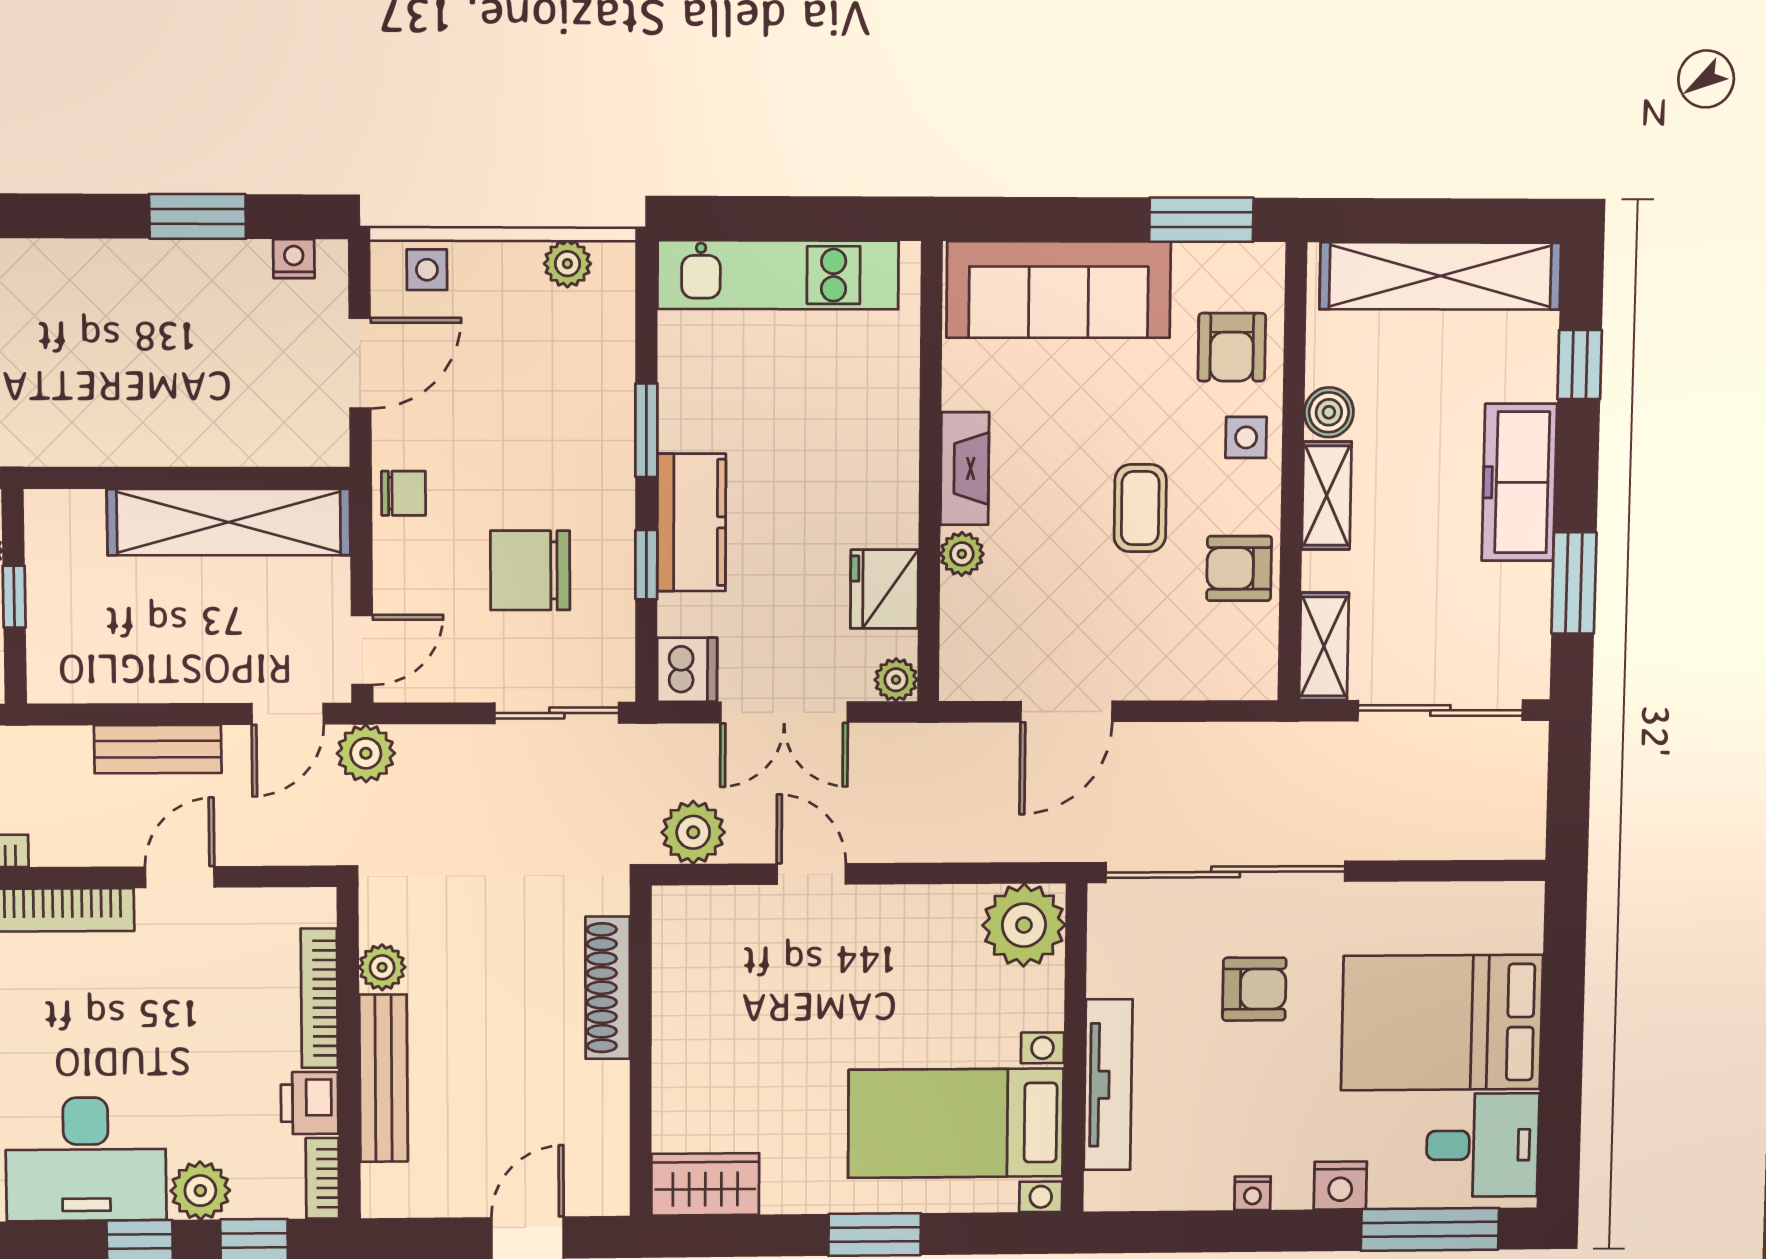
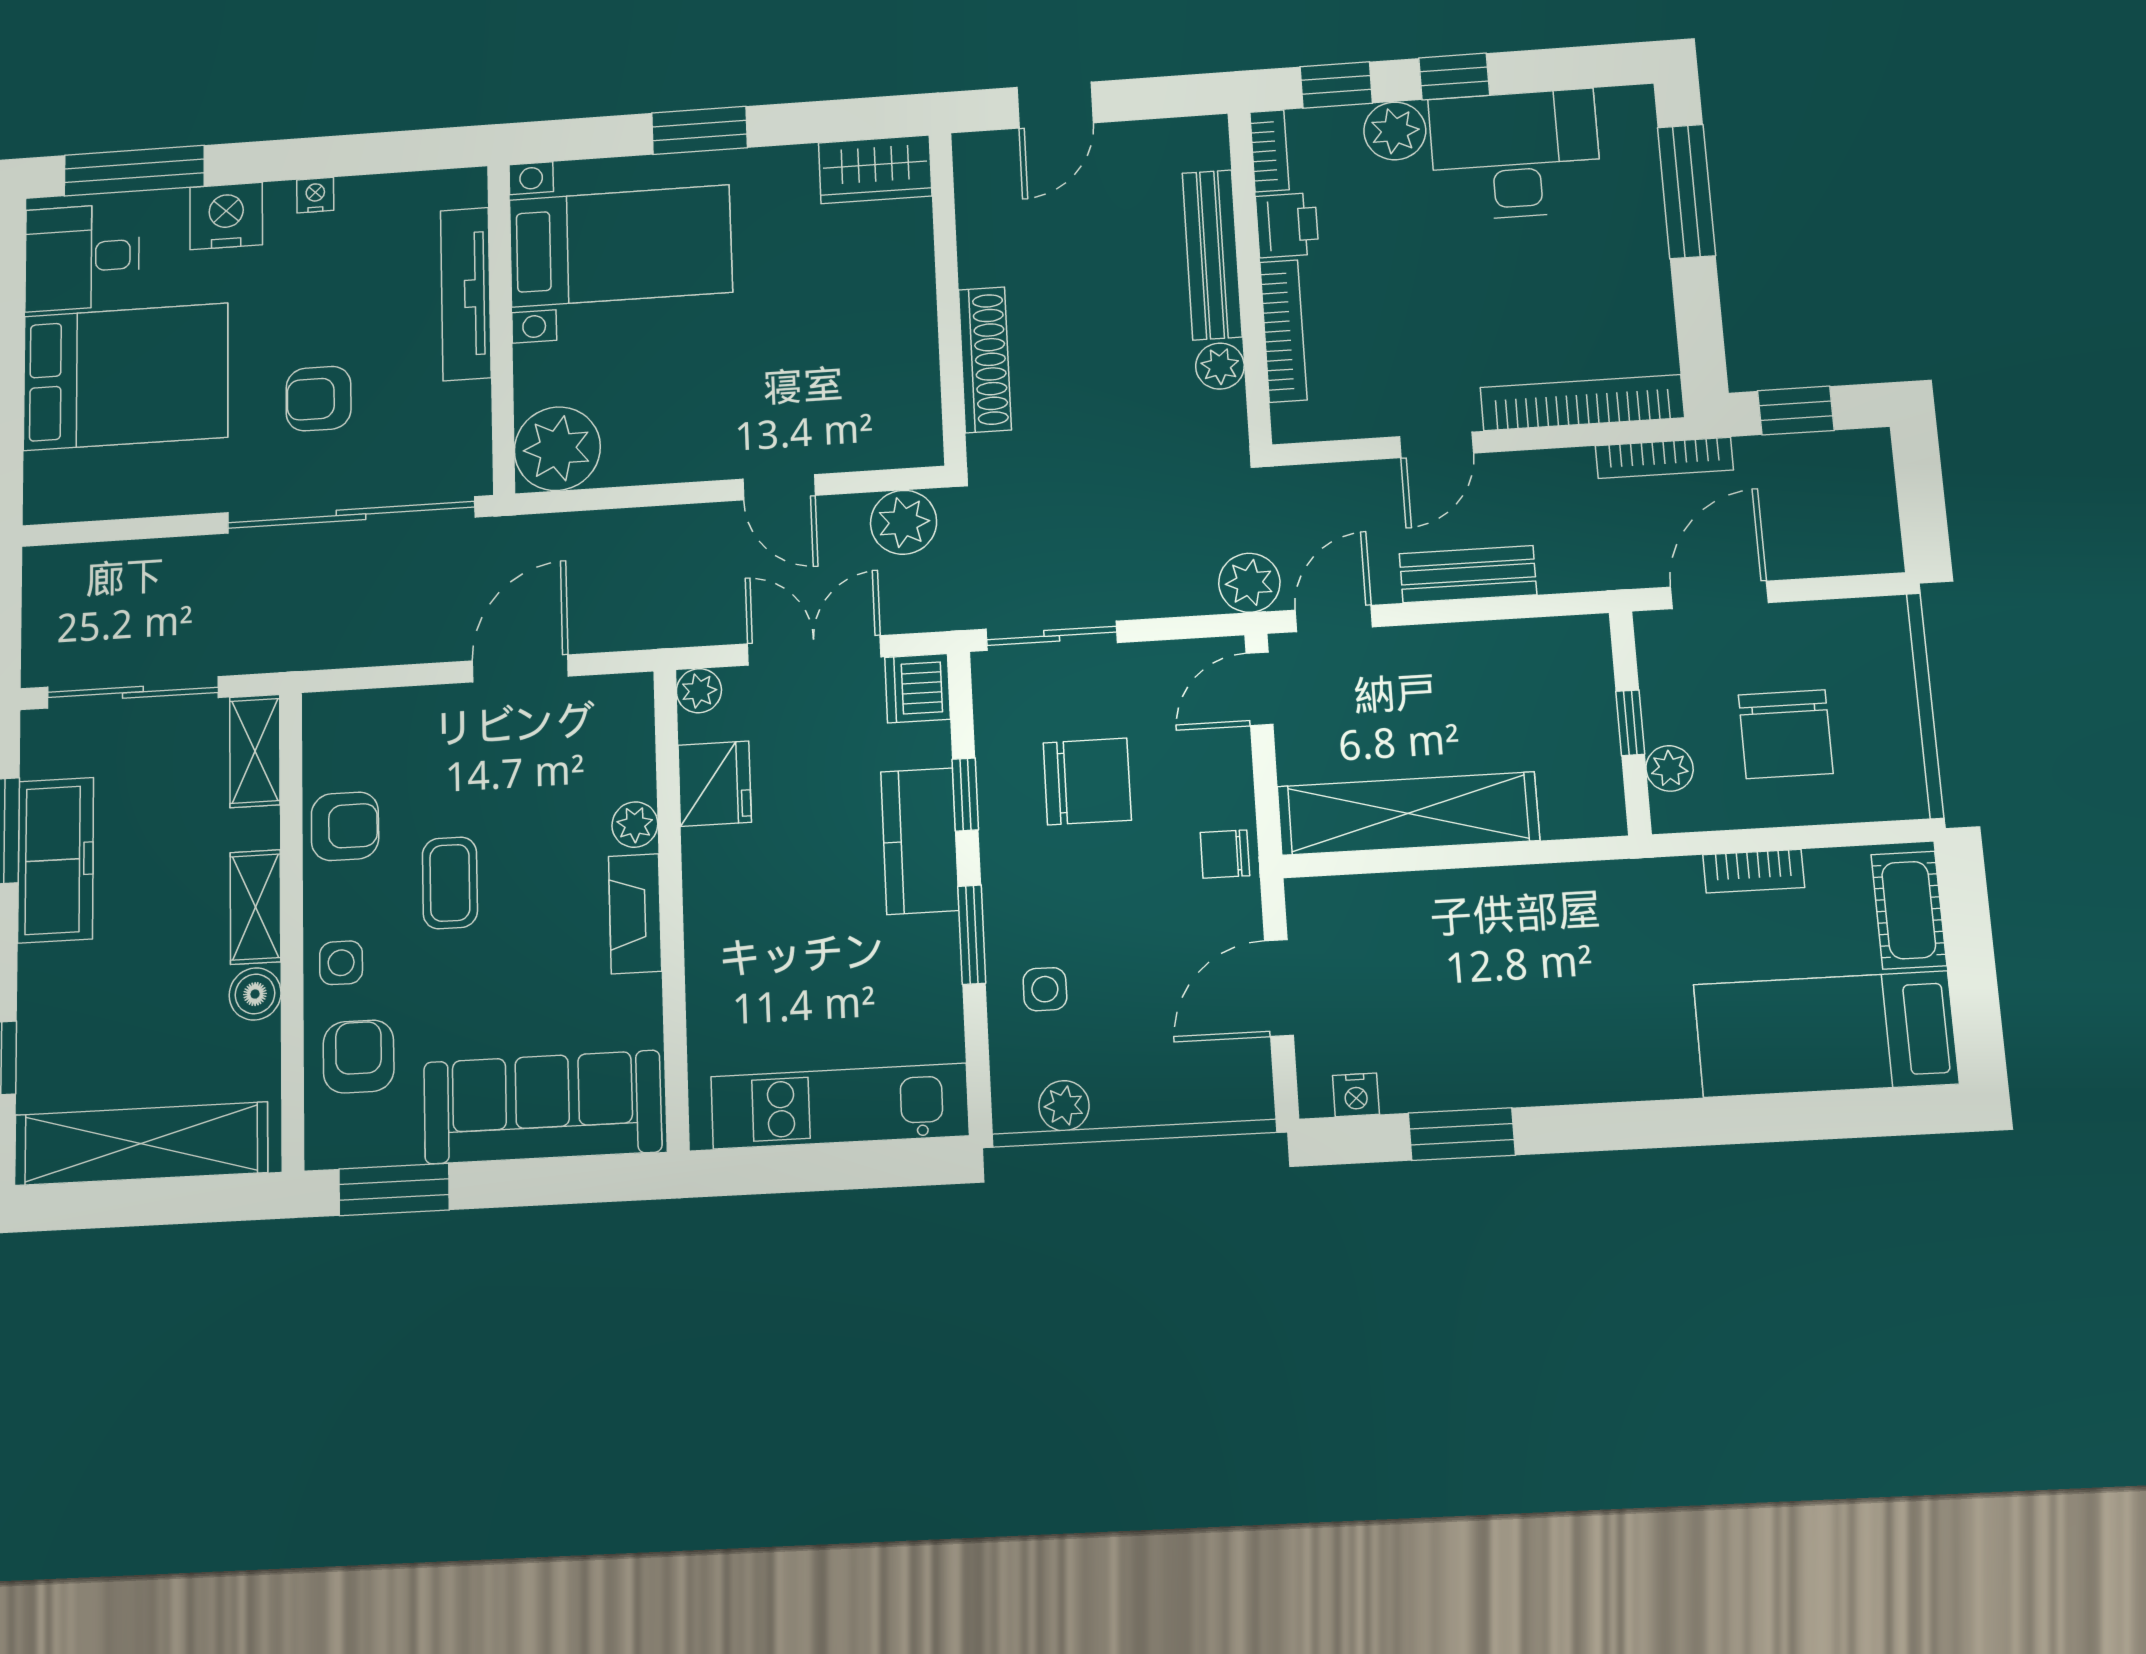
side table: (427, 270) -> (1045, 989), moved
freezer: (1519, 482) -> (56, 860), moved
nightstand: (1340, 1185) -> (226, 216), width x1.36, depth x1.33

